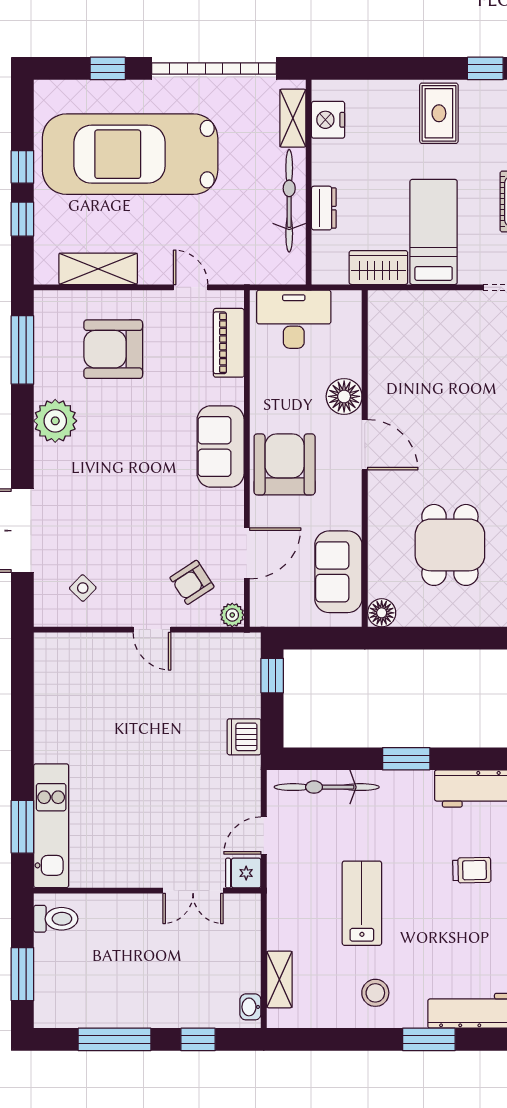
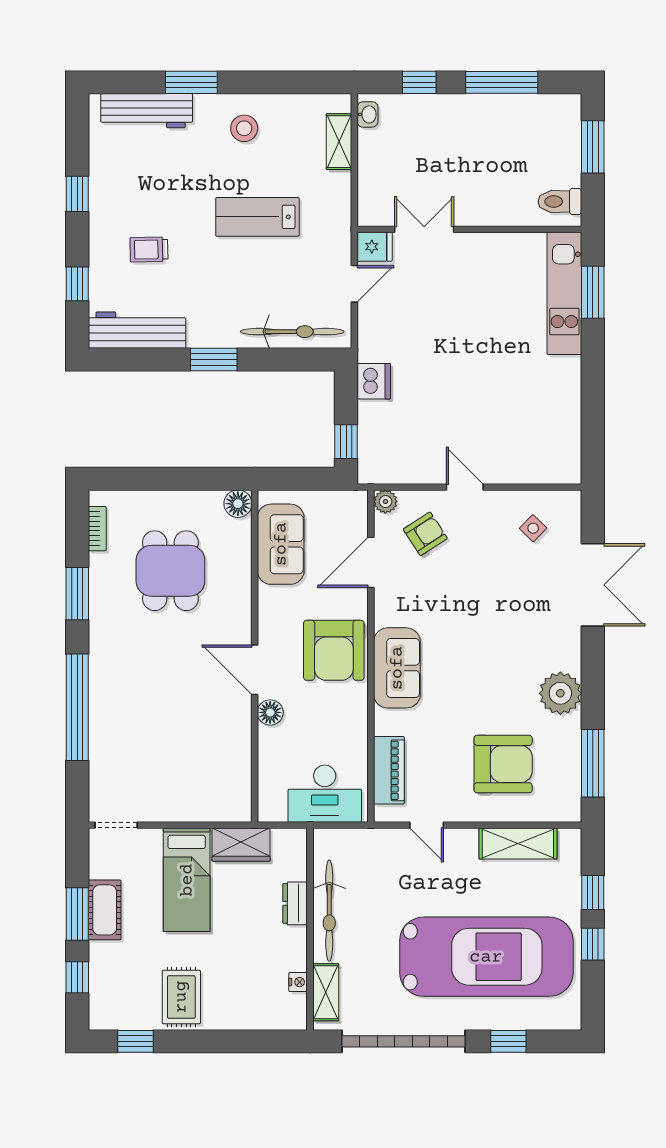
nightstand: (328, 120) -> (298, 982), width x0.53, depth x0.56
floor lamp: (344, 396) -> (270, 712), width x0.73, depth x0.73
lab bench: (362, 903) -> (257, 217), turned 90

